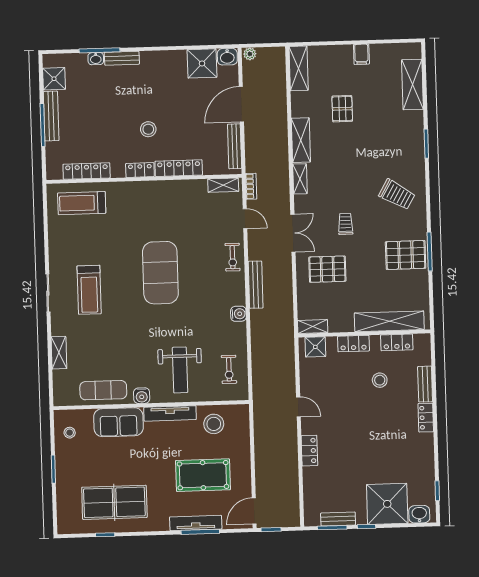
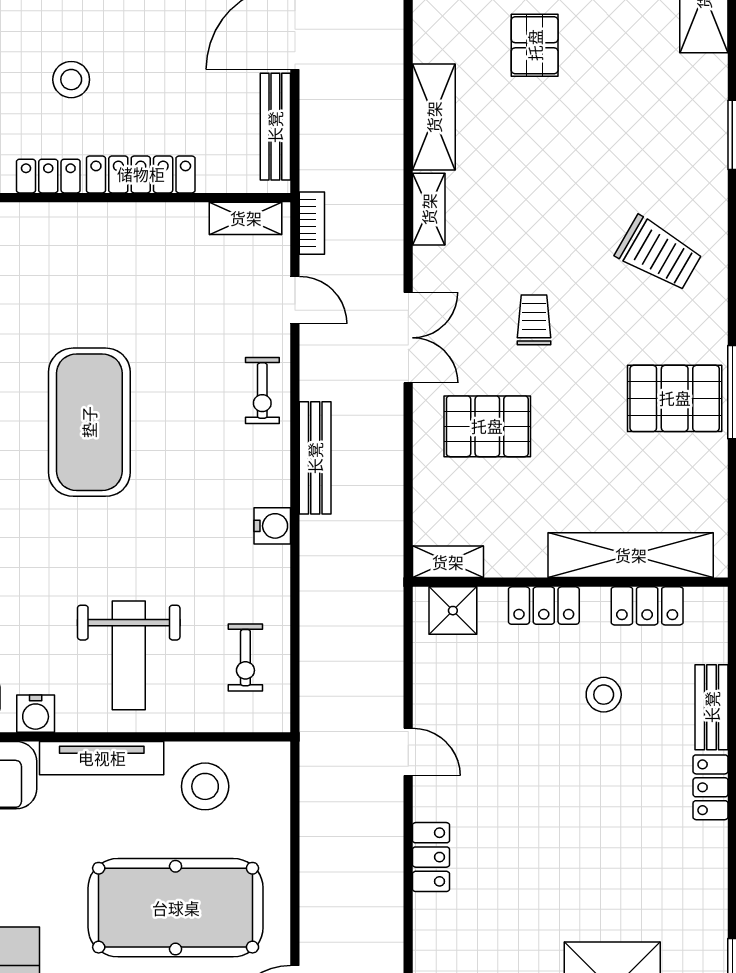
pool table: (203, 475) -> (176, 908), width x1.36, depth x1.32

